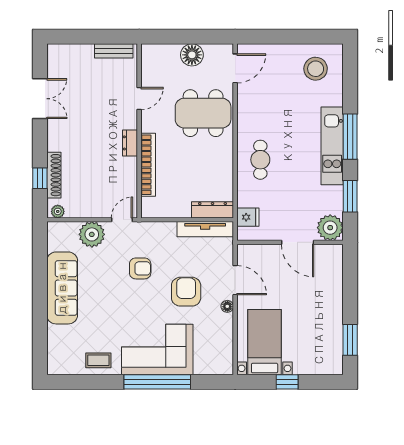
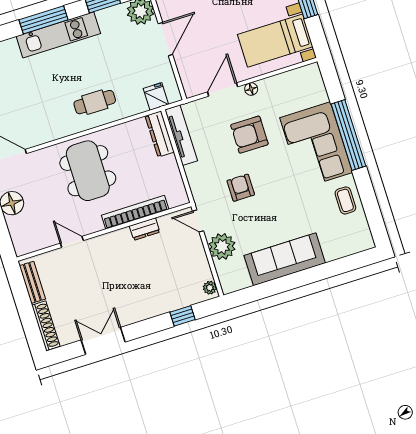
dining table: (203, 113) -> (88, 171), moved
dresser: (130, 143) -> (145, 229), moved
shoe rack: (54, 175) -> (46, 326), moved, turned 90

